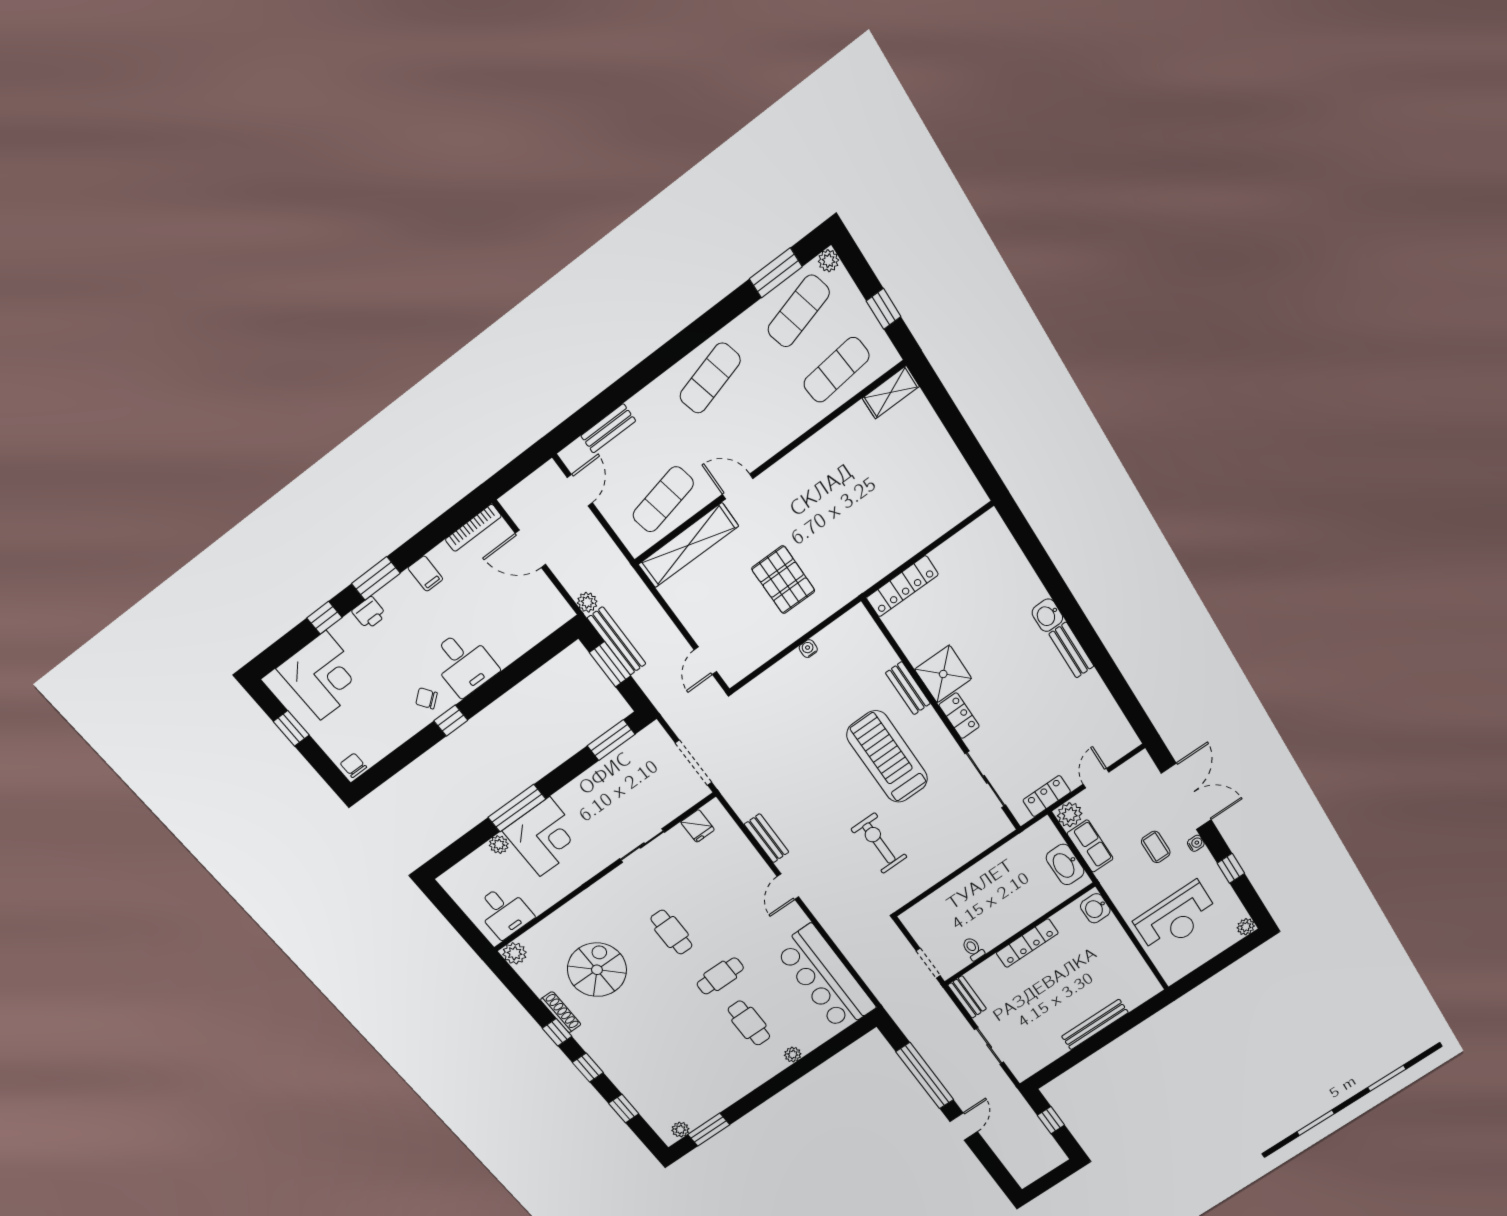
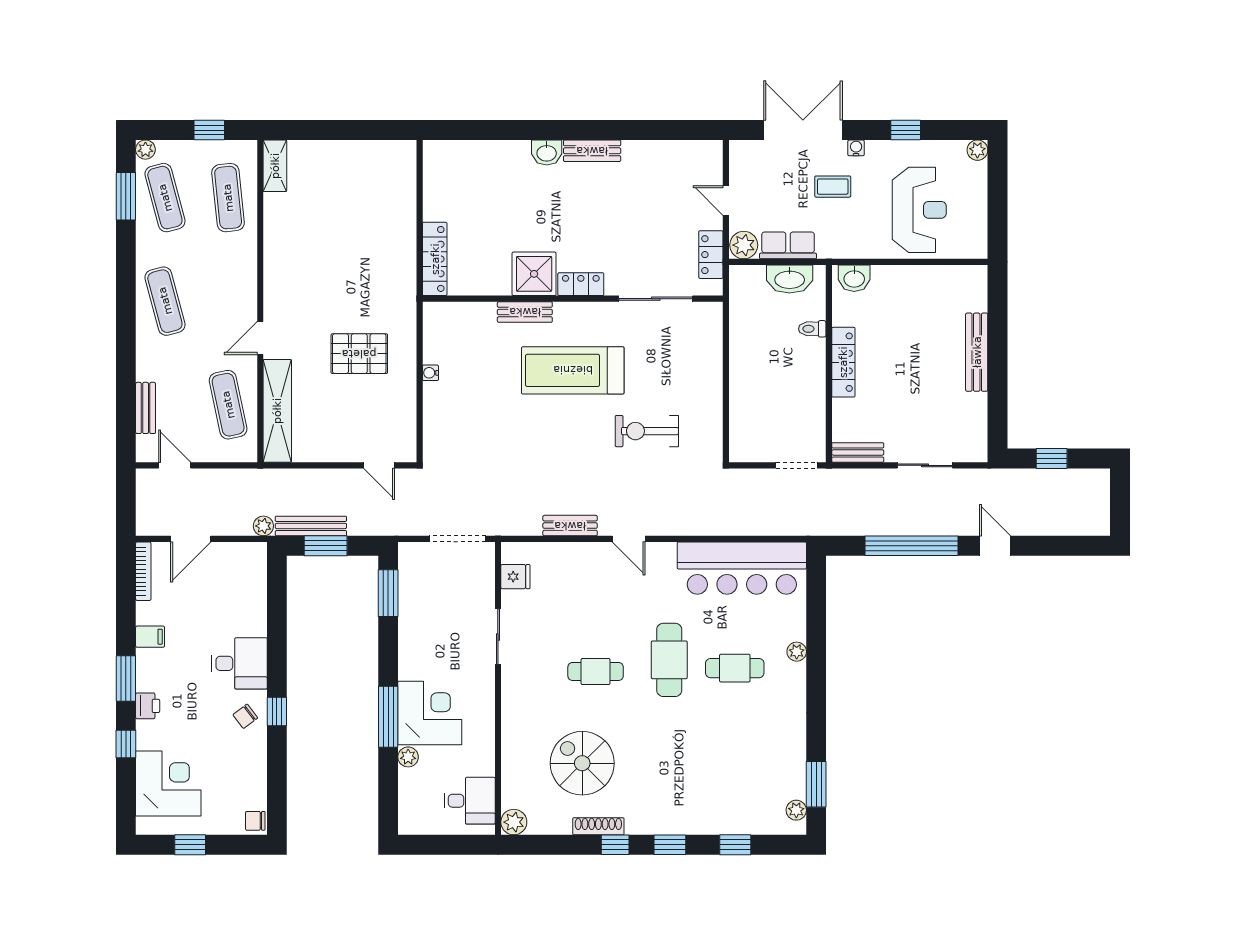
toilet: (973, 949) -> (812, 329), moved
cafe table: (720, 976) -> (669, 660), width x1.37, depth x1.35

